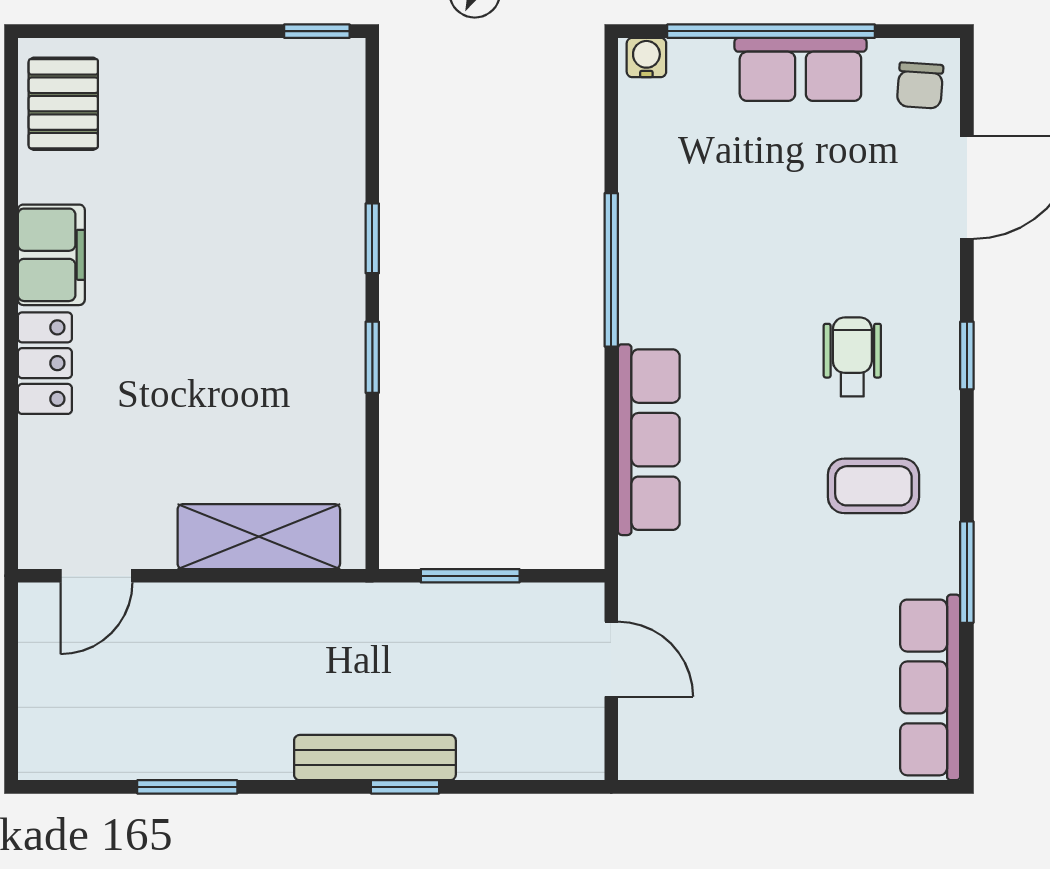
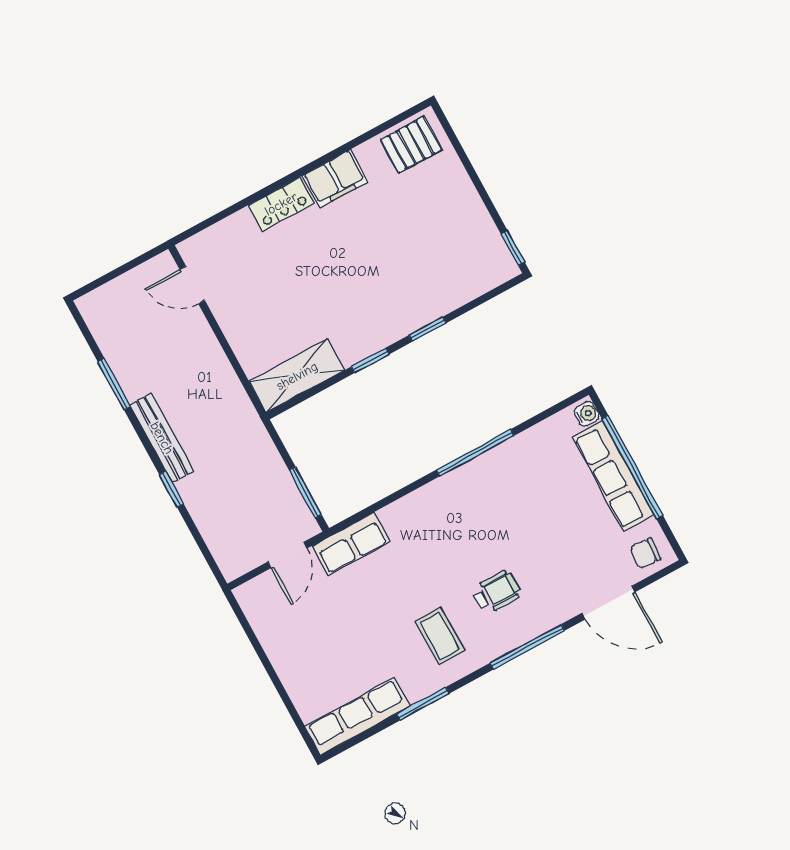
row of seats: (800, 69) -> (613, 476), width x1.48
window: (967, 356) -> (527, 647), width x2.17
row of seats: (649, 440) -> (351, 544), moved, width x0.68
shelving: (259, 537) -> (297, 376), moved, turned 90
window: (470, 576) -> (305, 493), moved
bench: (375, 758) -> (162, 438), moved

